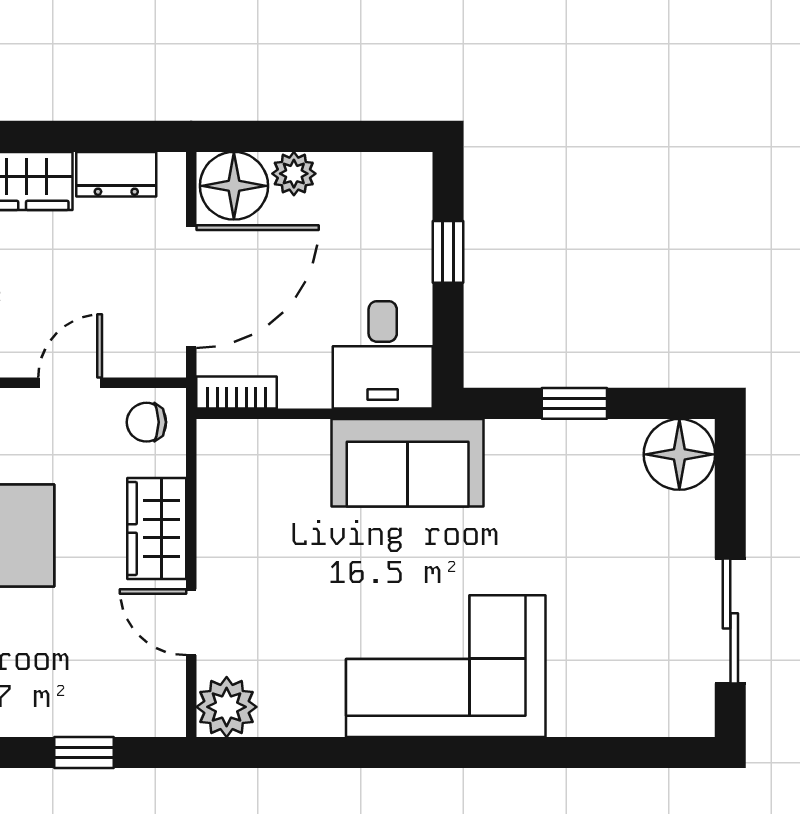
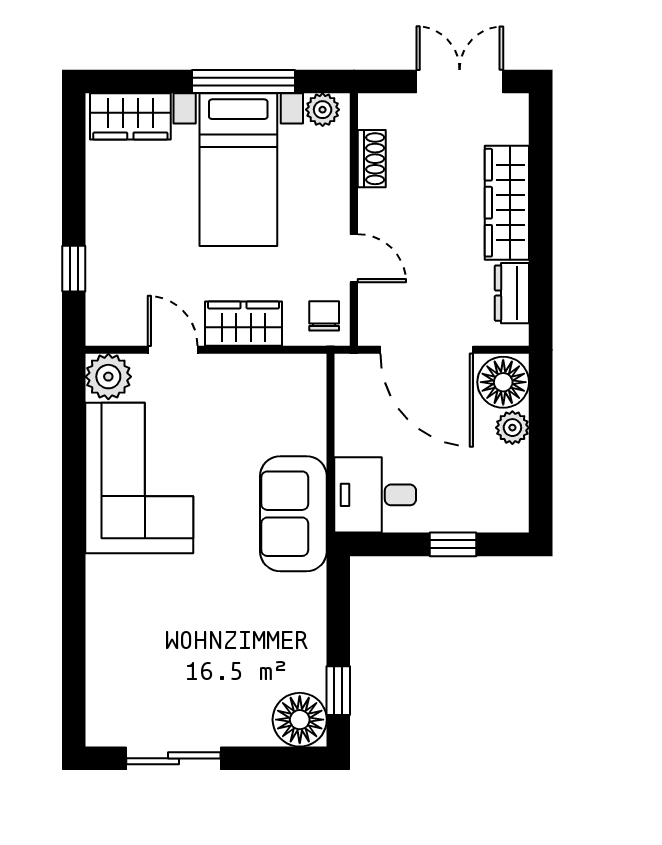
bookcase: (237, 392) -> (347, 384), removed
window: (574, 403) -> (338, 691), moved
door: (191, 622) -> (173, 350), hinge flipped
corner sofa: (446, 666) -> (139, 478), moved

